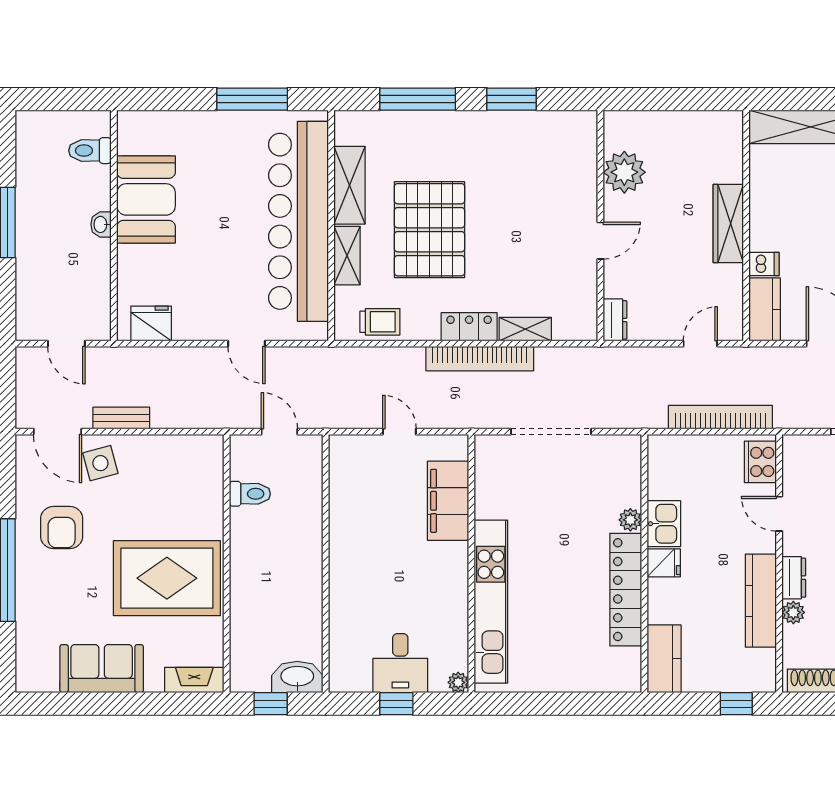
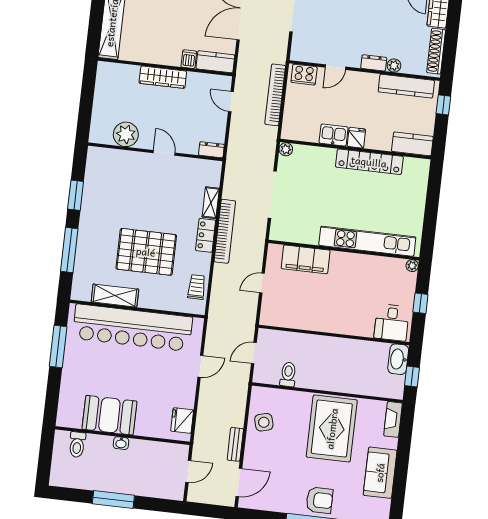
shelving: (347, 256) -> (156, 302), removed
side table: (100, 463) -> (264, 422), moved
plant: (630, 520) -> (286, 149), moved
armchair: (62, 527) -> (319, 500), moved
kitchen counter: (761, 601) -> (406, 86), moved
desk: (400, 663) -> (392, 323), moved, turned 90

